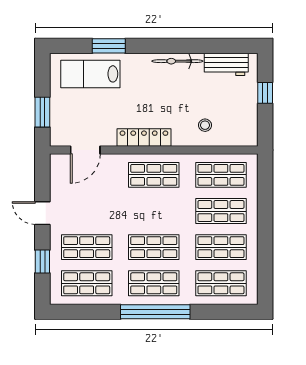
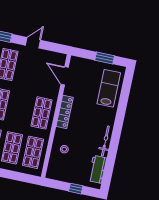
window: (109, 46) -> (123, 103), removed
window: (42, 112) -> (105, 58), moved

